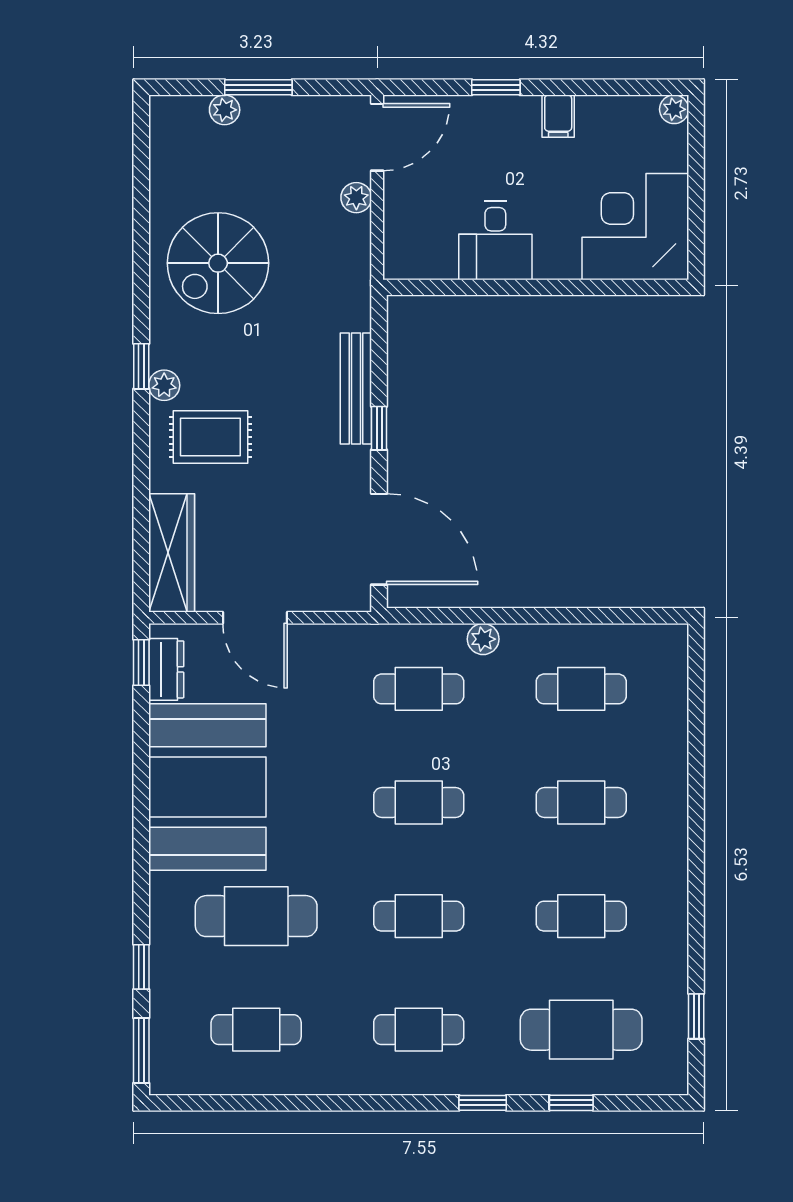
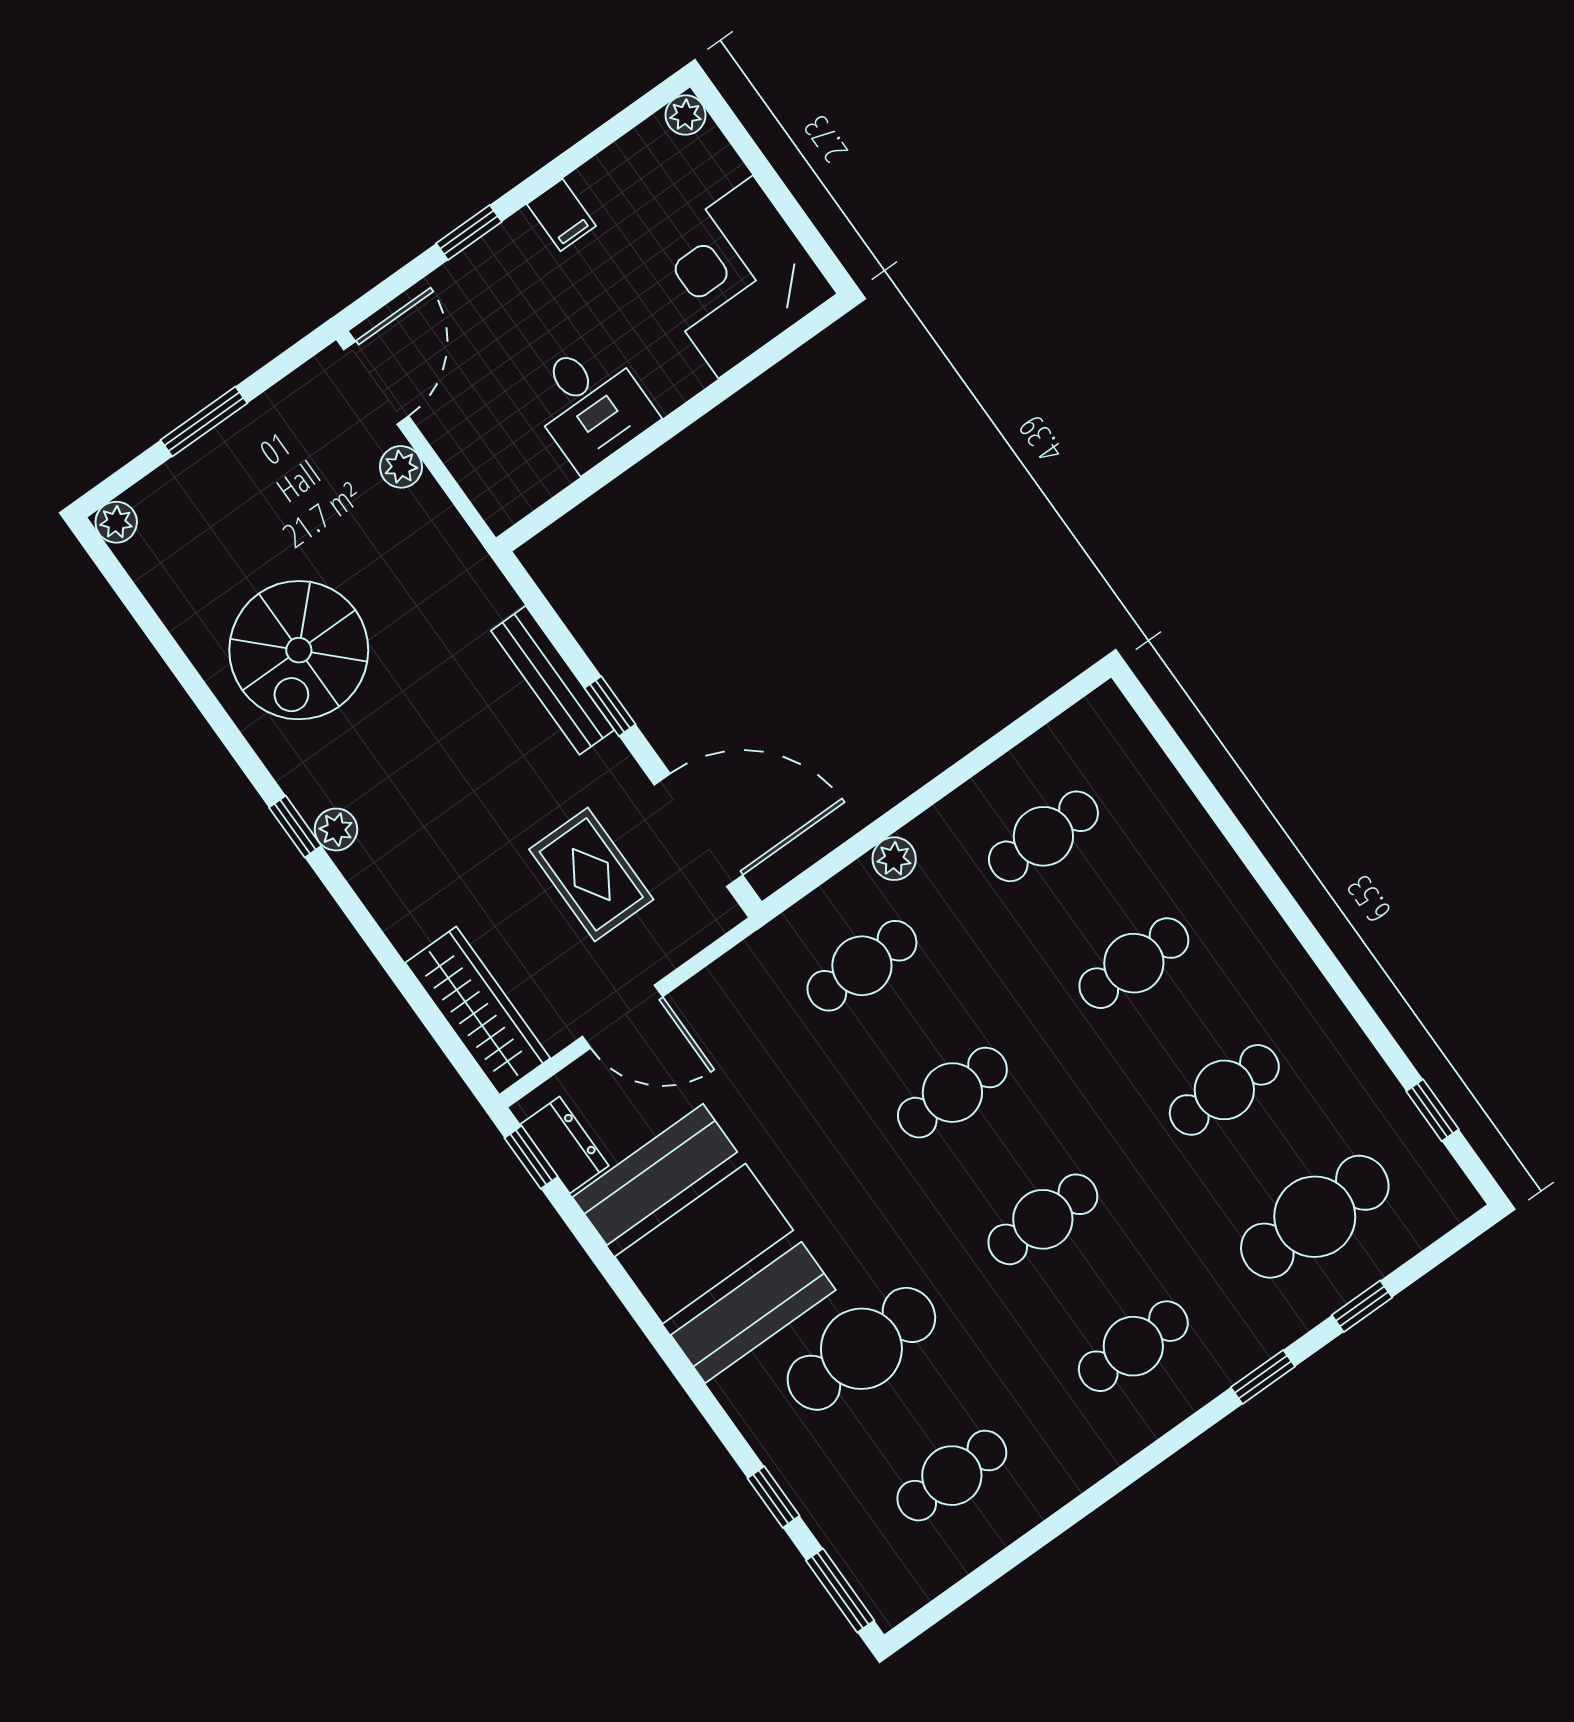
plant: (225, 110) -> (116, 522), moved
rug: (210, 437) -> (591, 874), moved, turned 90

